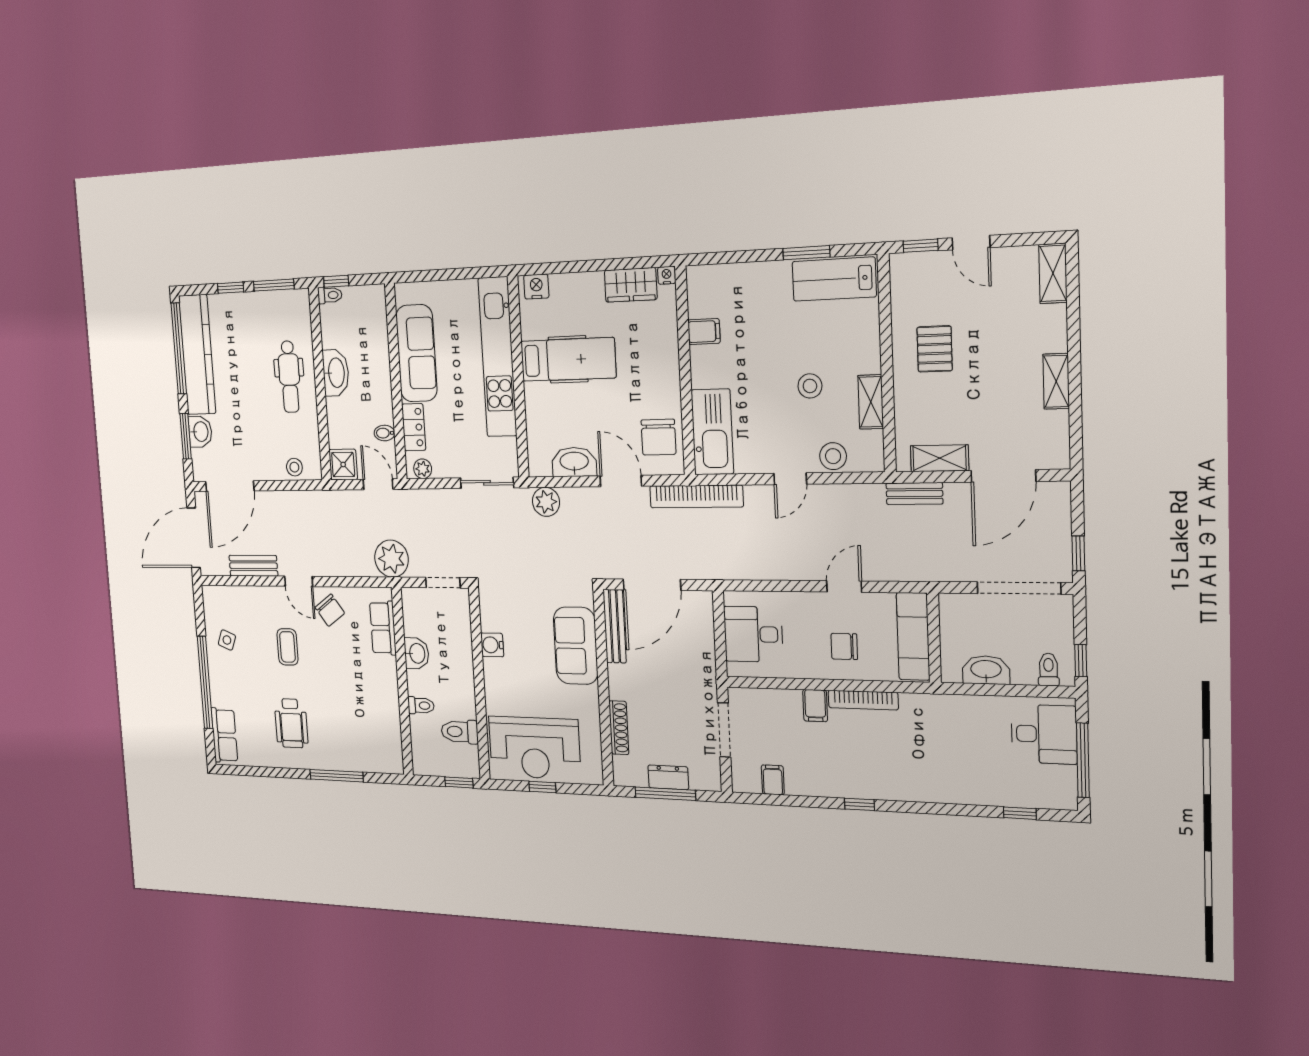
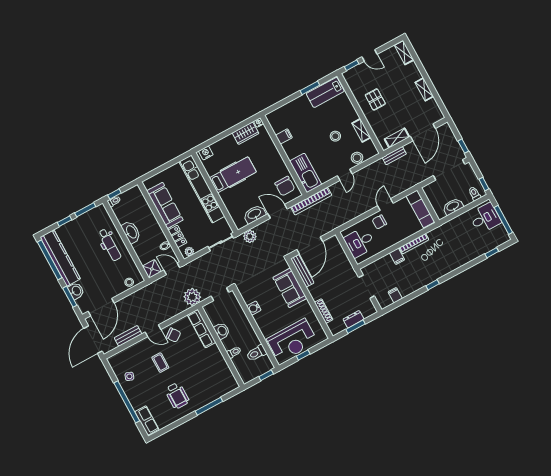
row of seats: (383, 628) -> (202, 329), width x1.48
chair: (844, 646) -> (379, 222), moved
window: (665, 794) -> (356, 327), width x0.69

